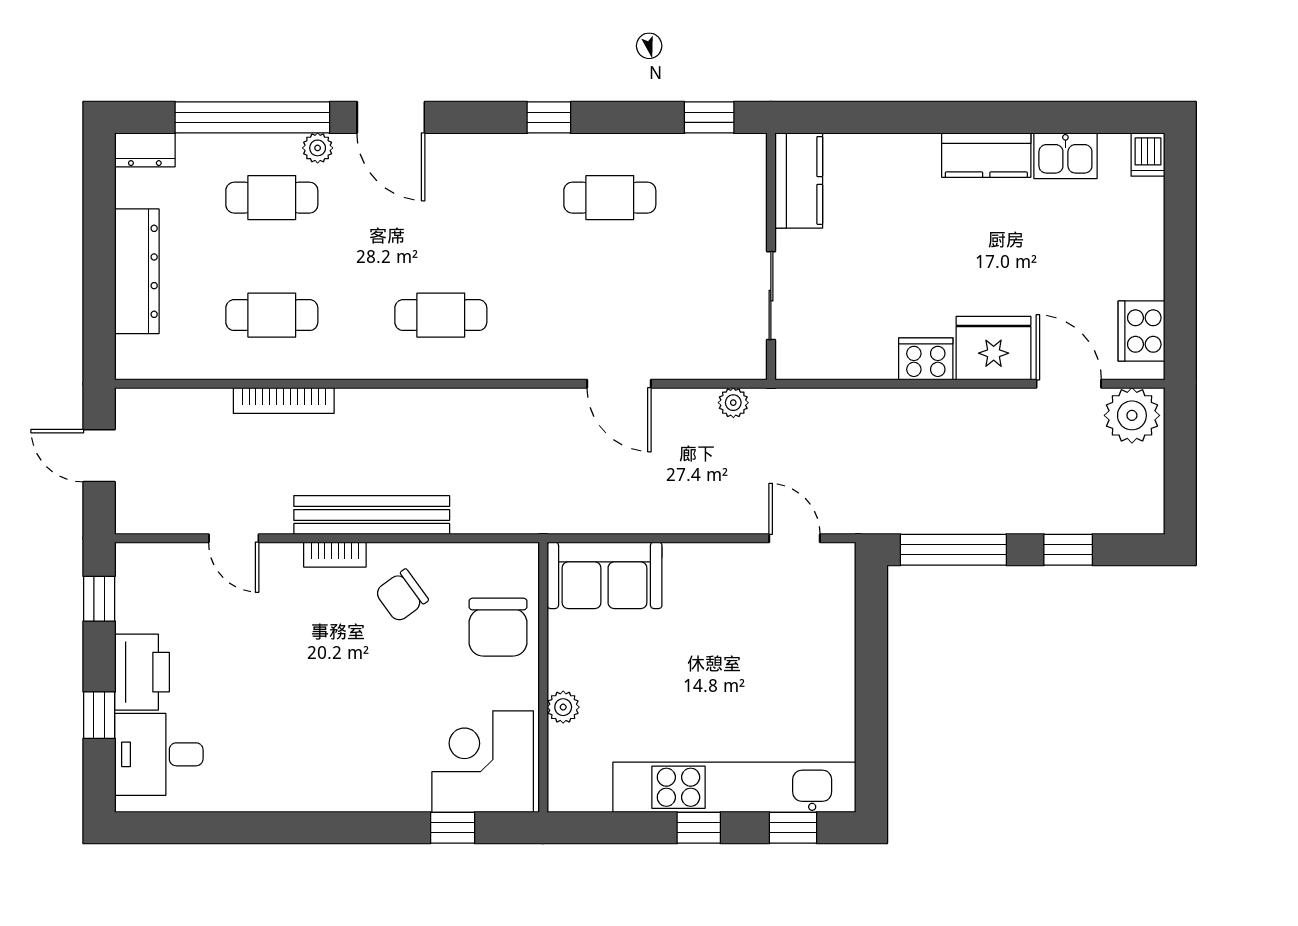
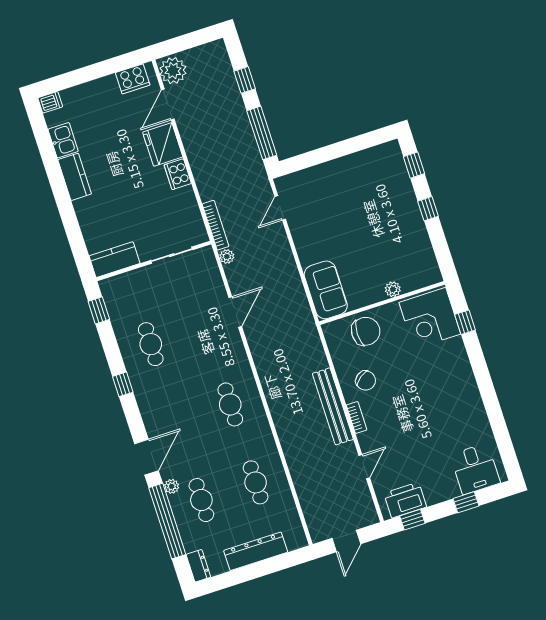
bookcase: (284, 401) -> (216, 225), moved
printer: (142, 672) -> (405, 500), moved
kitchen unit: (734, 787) -> (404, 198), removed

